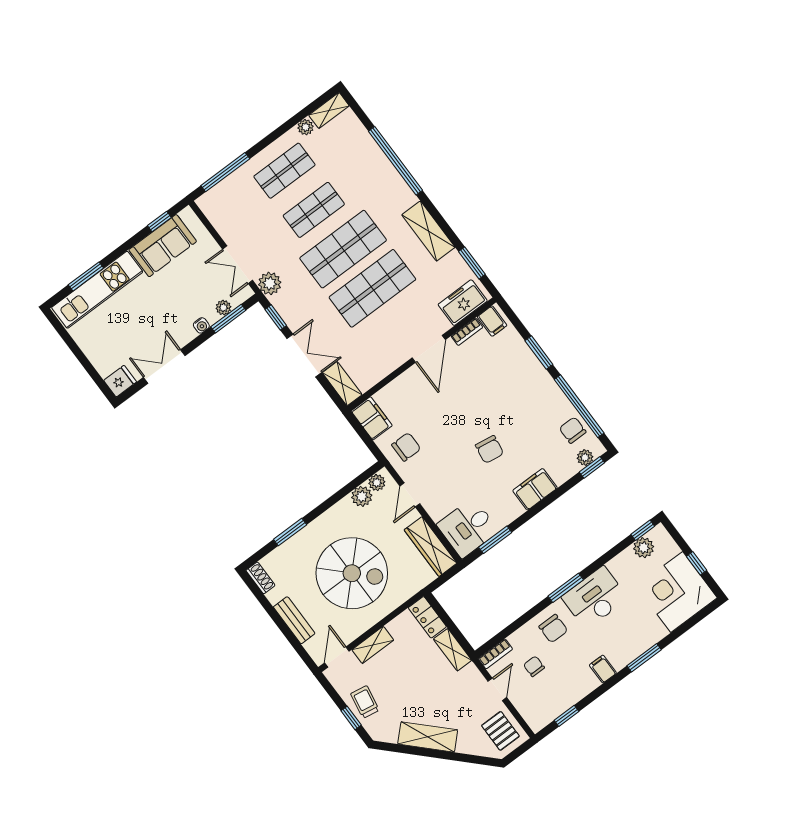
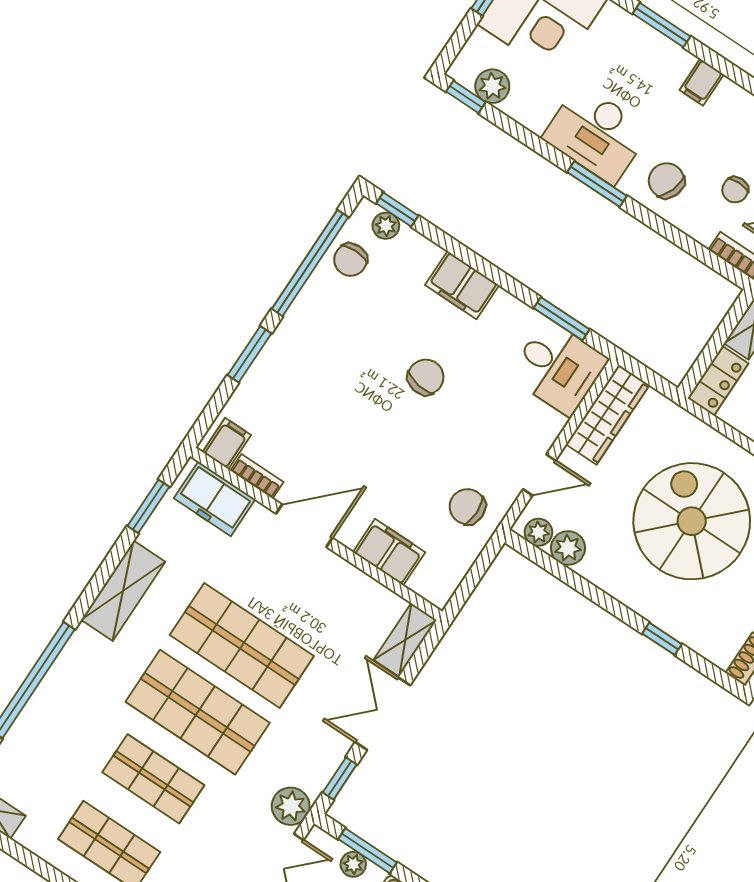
plant: (306, 127) -> (30, 837), removed
filing cabinet: (372, 418) -> (389, 552), moved, turned 90
window: (290, 532) -> (662, 639), width x0.67
chair: (553, 629) -> (666, 181), turned -70

